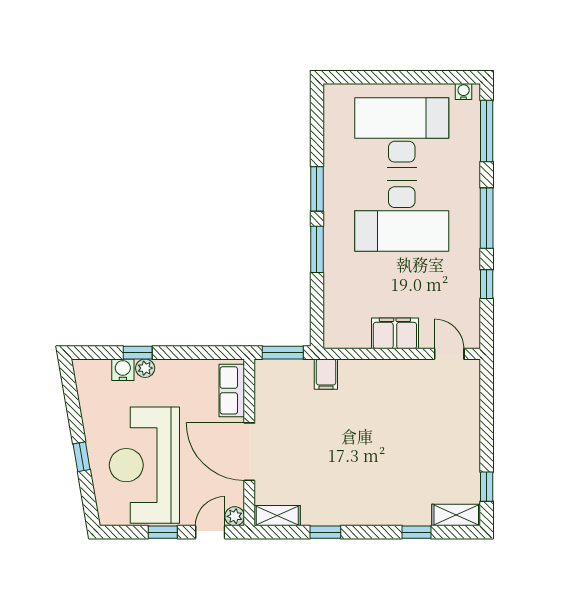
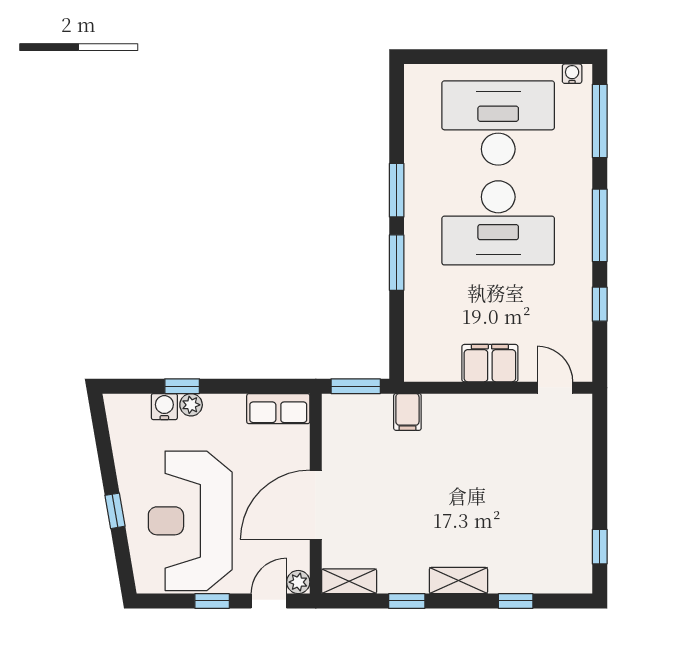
row of seats: (232, 390) -> (278, 409), moved, turned -90
door: (249, 452) -> (316, 505), hinge flipped
shelving: (456, 515) -> (458, 581), moved

